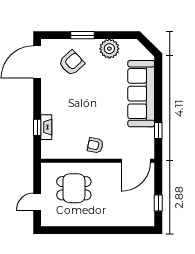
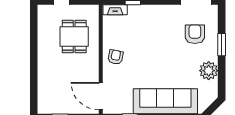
armchair: (72, 63) -> (195, 34), turned -137
fireplace: (46, 127) -> (115, 10), moved

